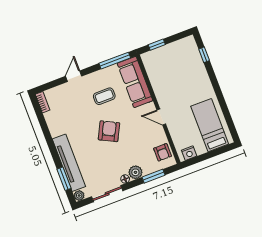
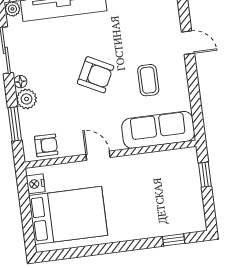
window: (115, 61) -> (196, 108), removed
door: (161, 117) -> (98, 156), hinge flipped
bed: (210, 125) -> (68, 215), width x1.50
armchair: (163, 152) -> (46, 145), turned 180

